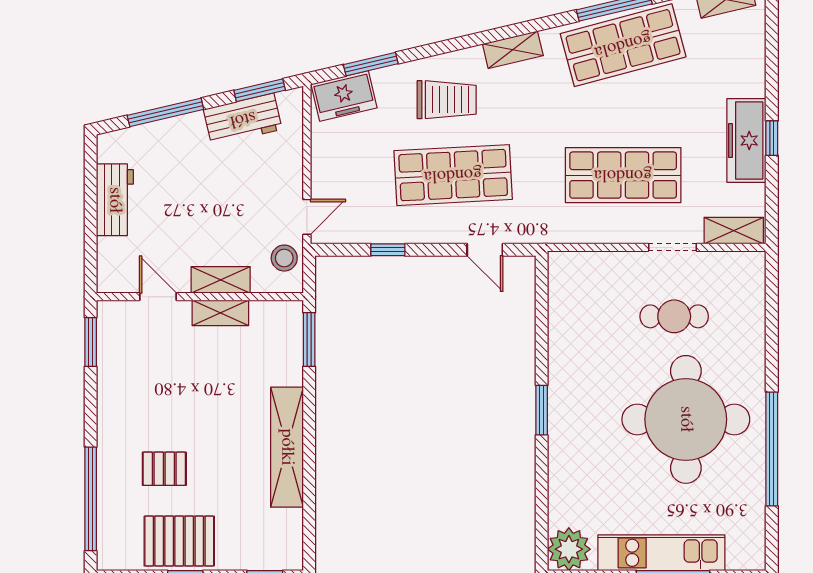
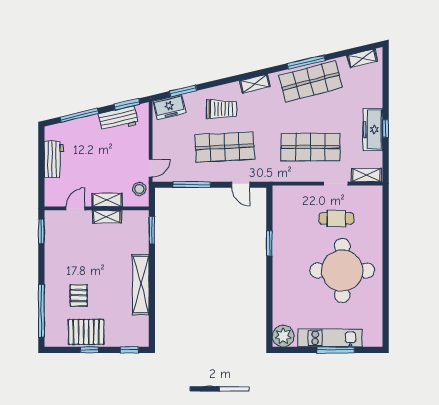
window: (388, 250) -> (192, 185), width x2.17
door: (158, 297) -> (75, 208), hinge flipped
window: (542, 410) -> (269, 243), moved
window: (772, 449) -> (386, 285), removed
pallet: (164, 469) -> (79, 295), turned 90

